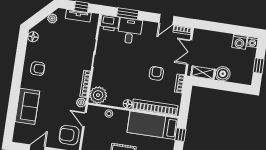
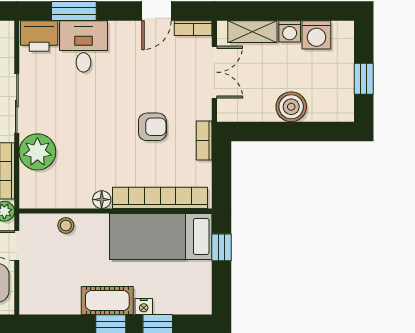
washing machine: (252, 42) -> (290, 31), moved
double door: (189, 52) -> (214, 72), swing flipped
armchair: (156, 73) -> (152, 127), turned 90
shelving: (203, 73) -> (252, 32), moved
plant: (98, 95) -> (37, 152), moved

